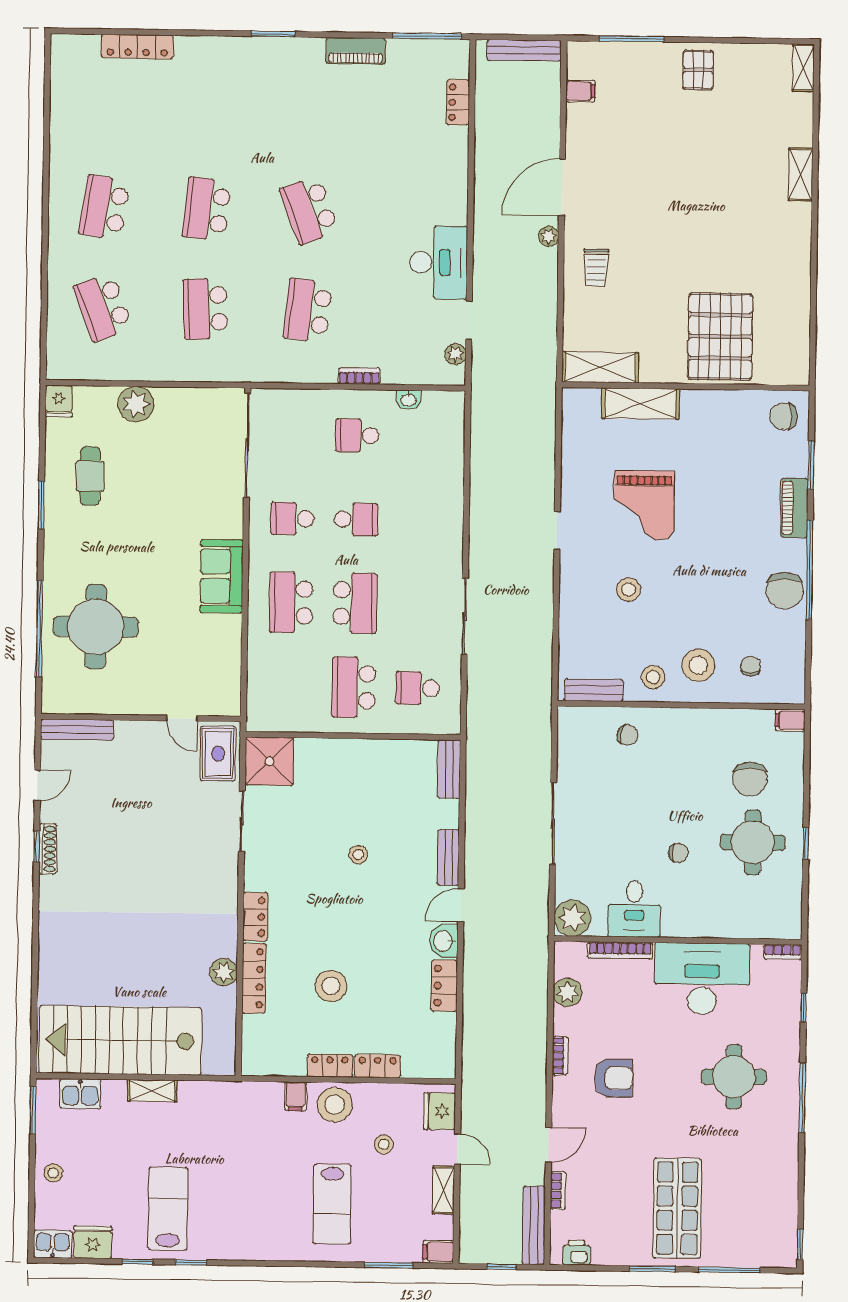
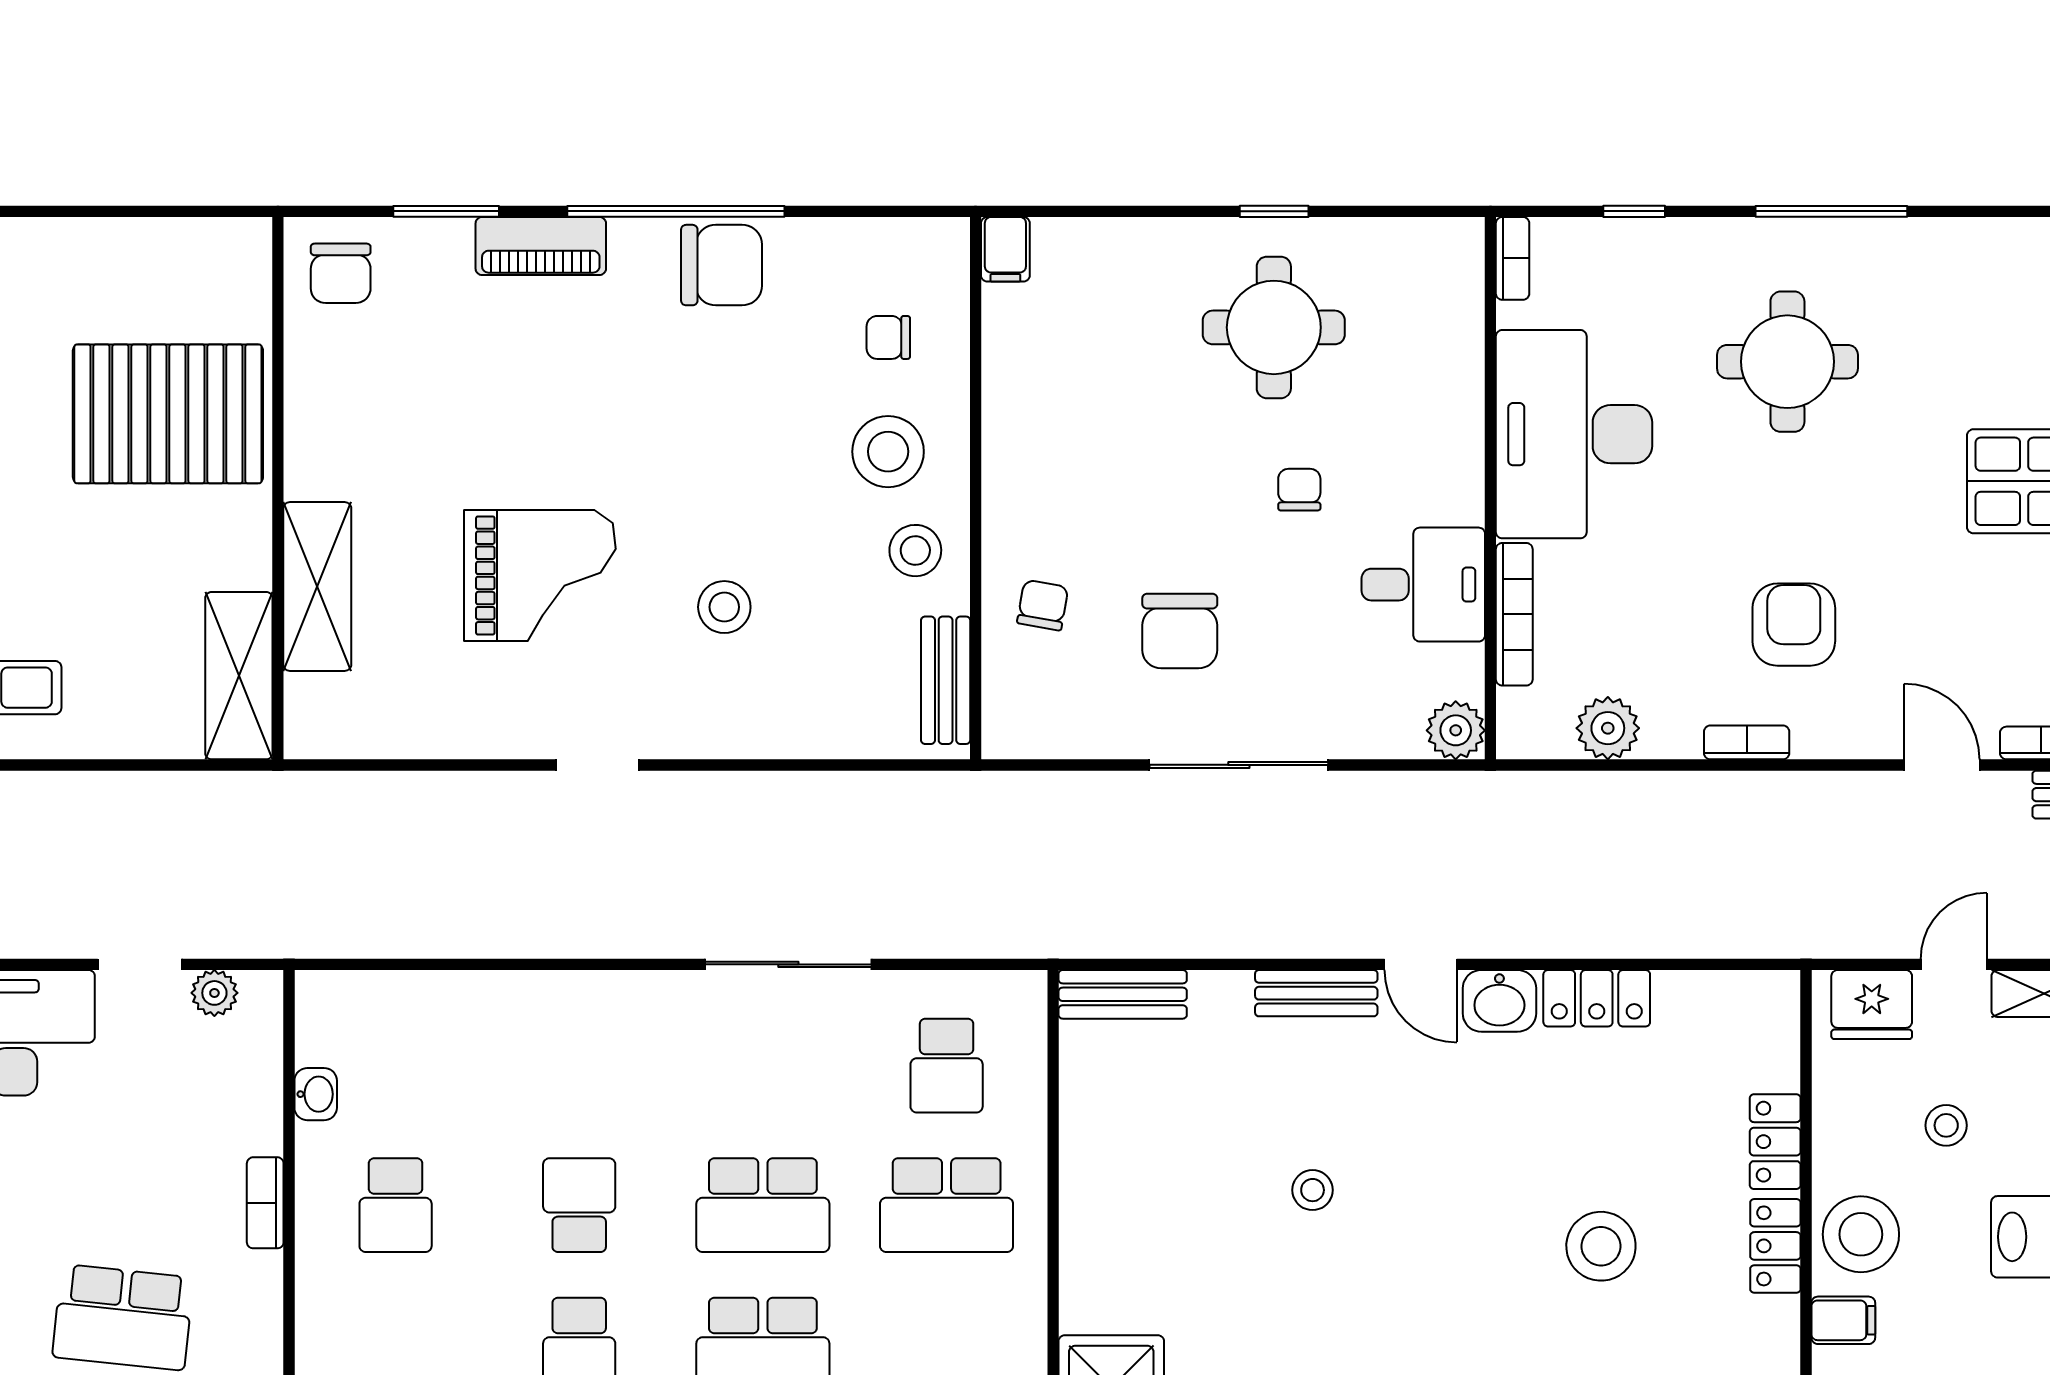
school desk: (355, 603) -> (763, 1205), turned 180
chair: (750, 779) -> (1180, 631), moved, turned 90
plant: (572, 918) -> (1456, 730), width x0.73, depth x0.73

